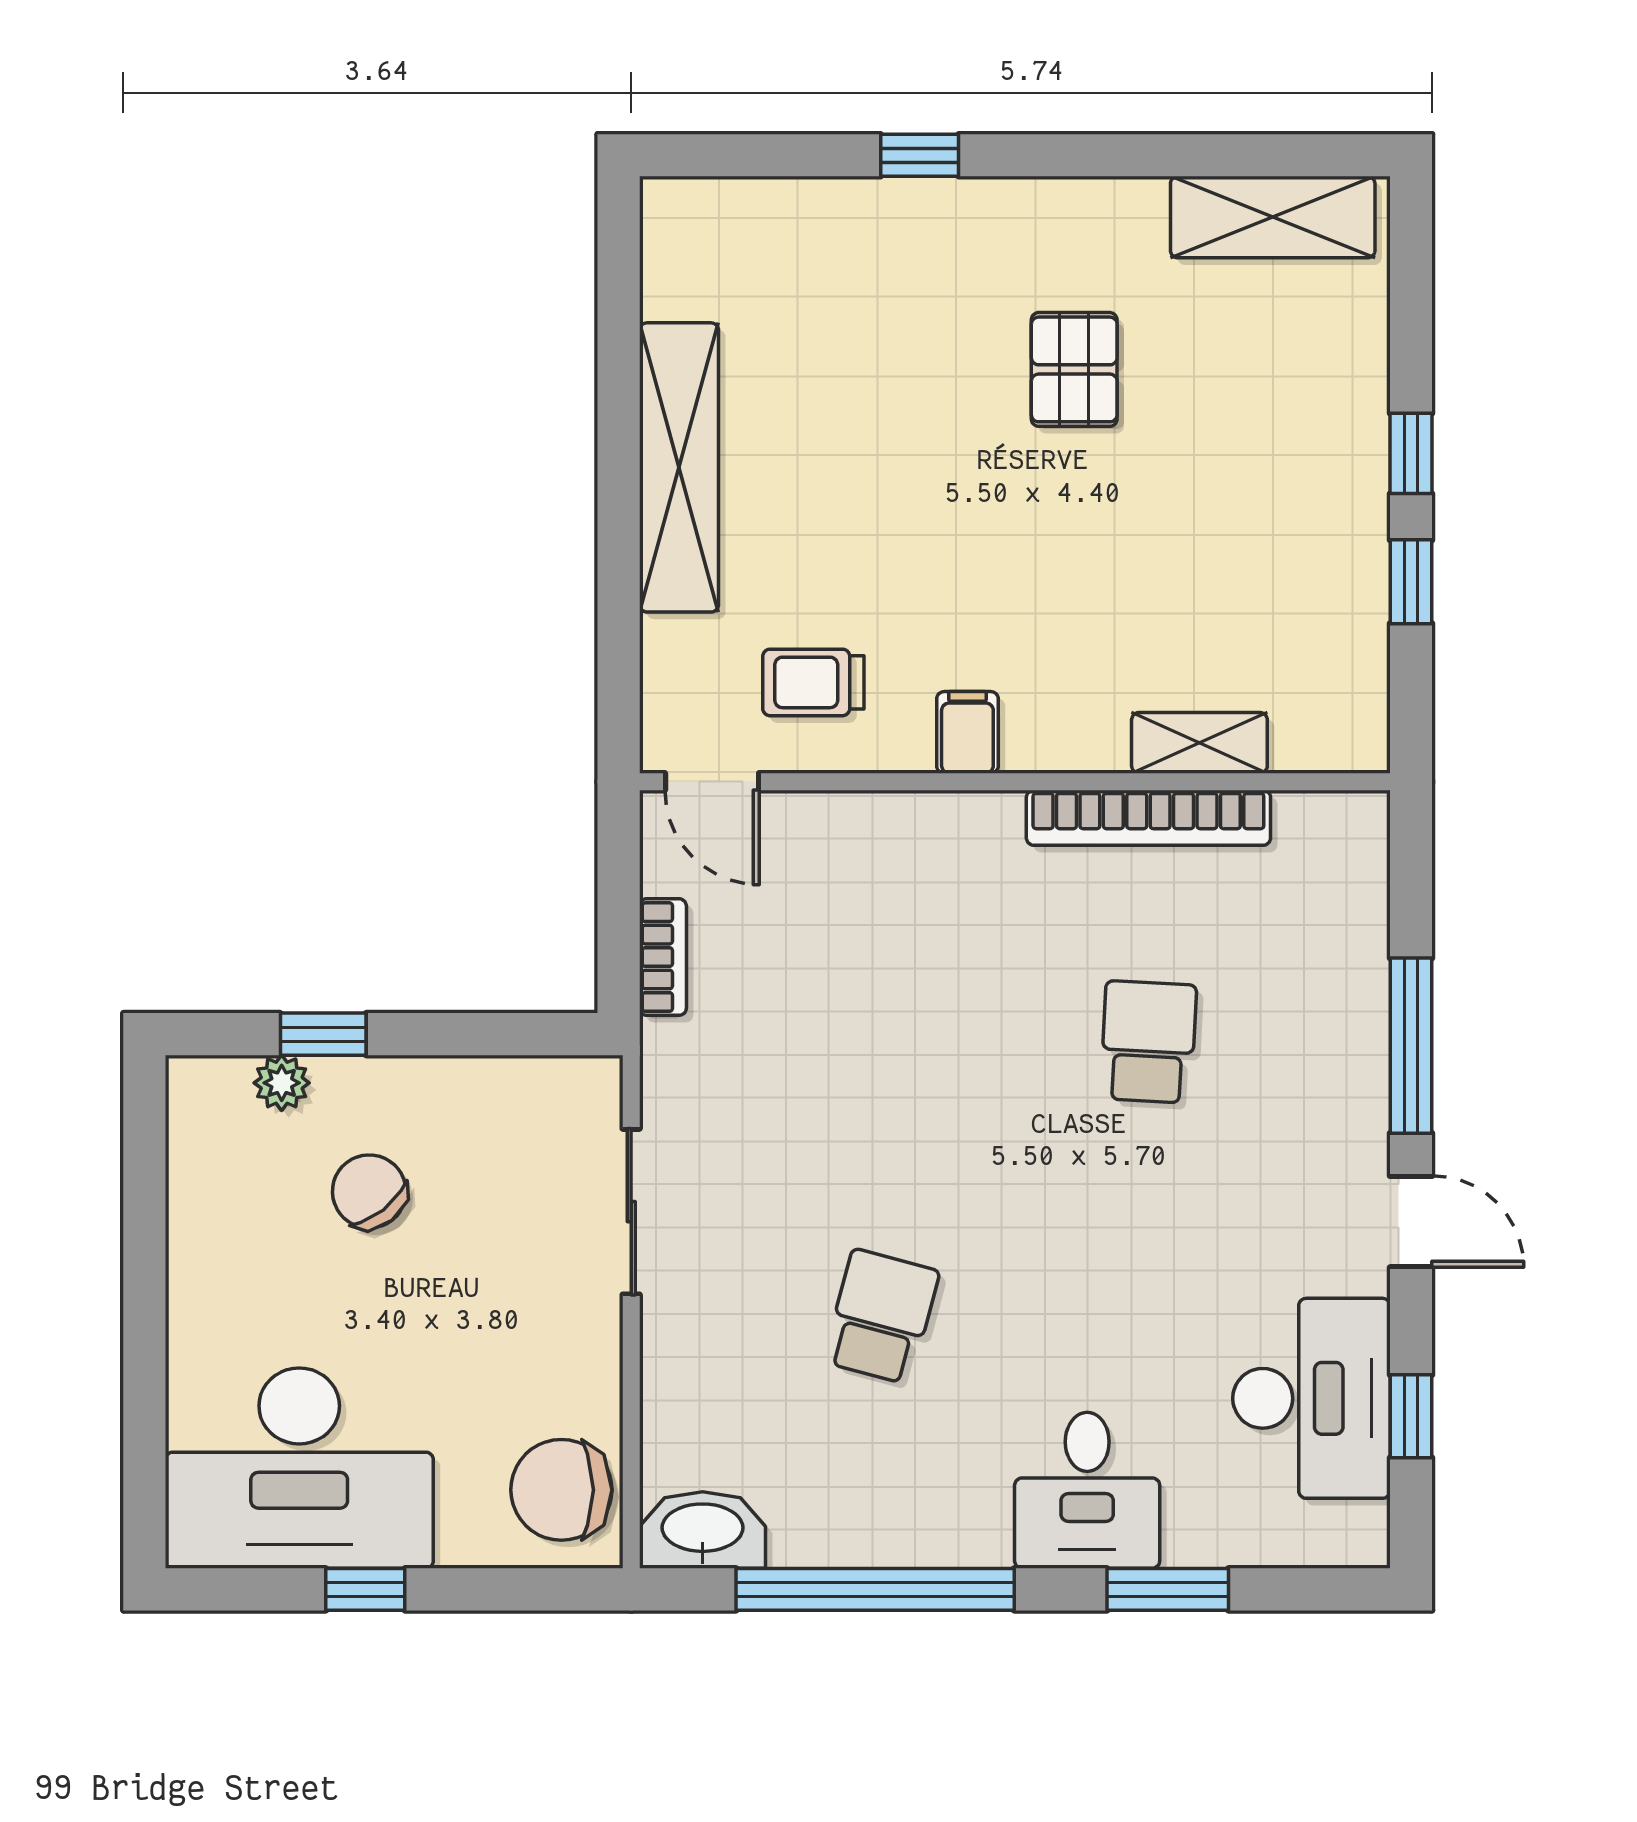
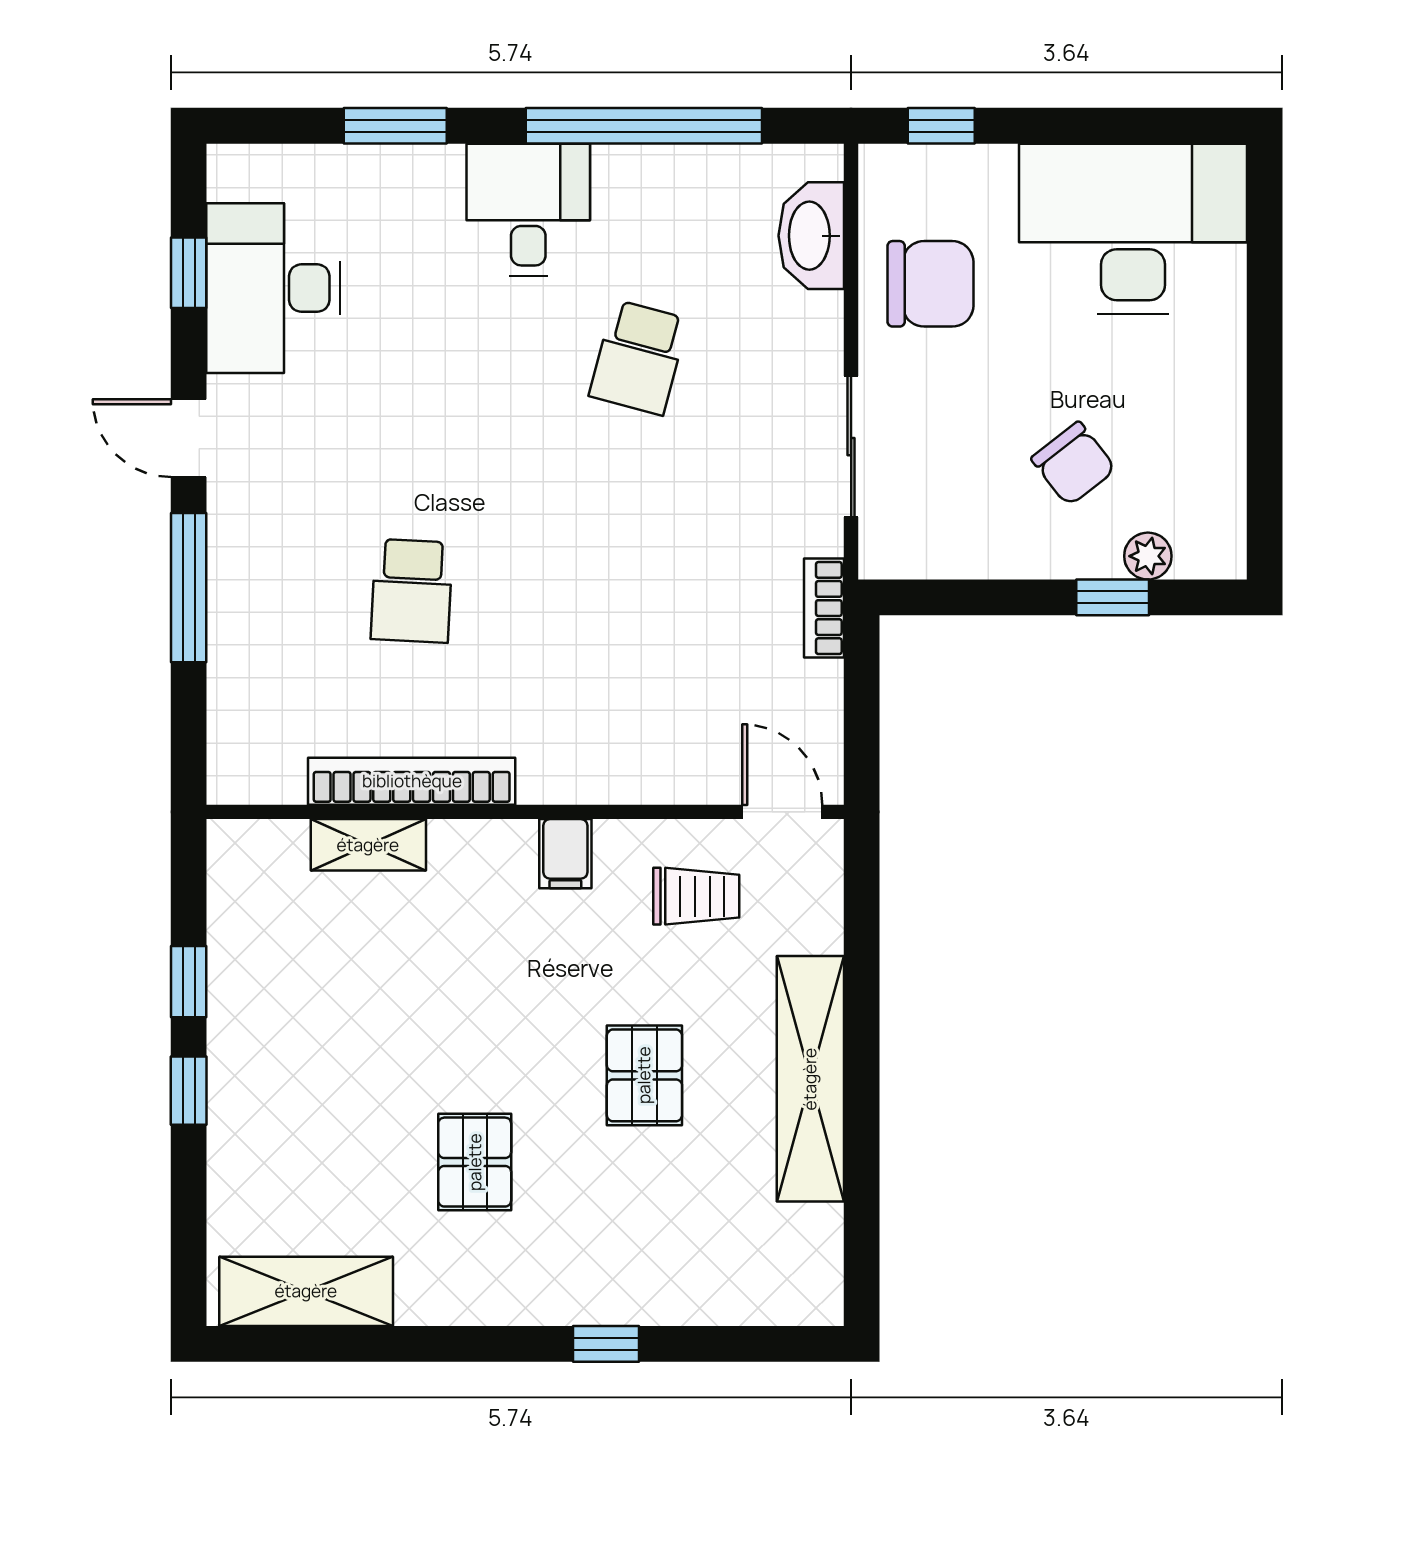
pallet: (874, 471) -> (644, 1075), added
bookcase: (663, 957) -> (824, 608), moved
chair: (561, 1490) -> (930, 284), moved
desk: (1087, 1490) -> (528, 210), moved
washbasin: (703, 1530) -> (811, 236), moved, turned 90
window: (365, 1589) -> (941, 126), moved

